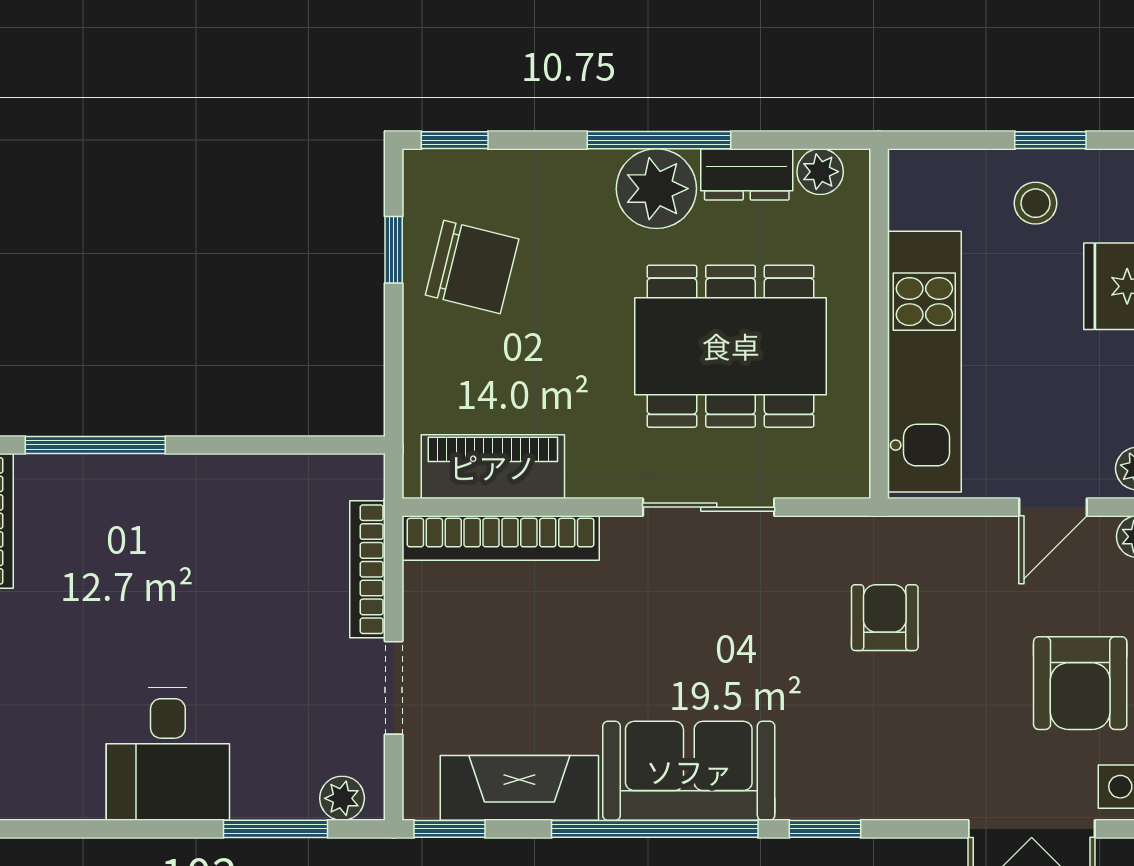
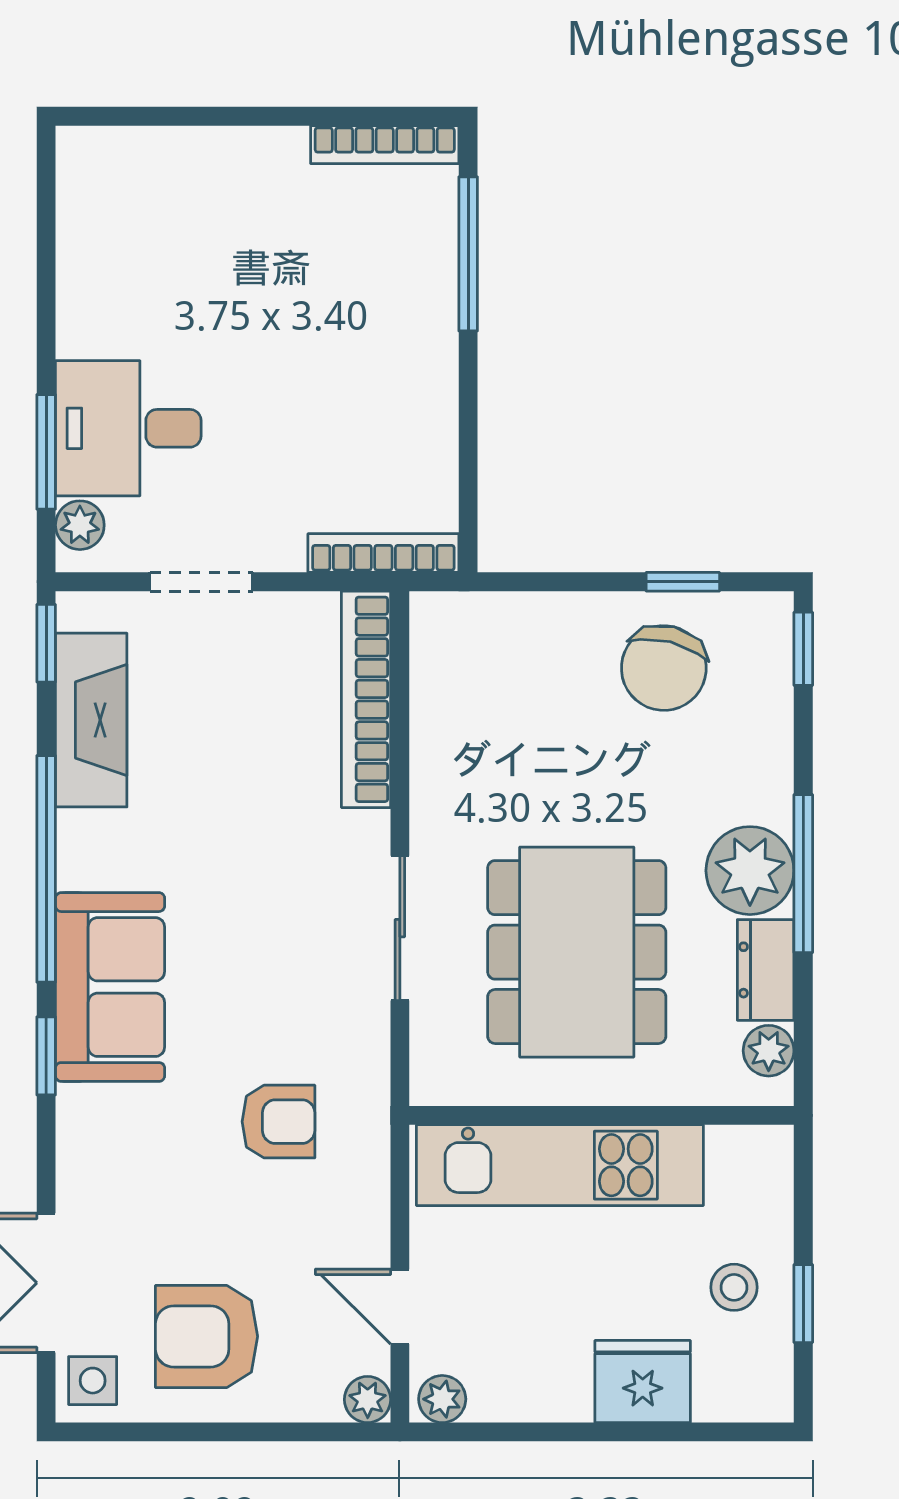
piano: (493, 467) -> (444, 691), removed
bookcase: (367, 569) -> (383, 553), moved
desk: (168, 754) -> (128, 428), moved
sofa: (689, 771) -> (110, 987), moved

